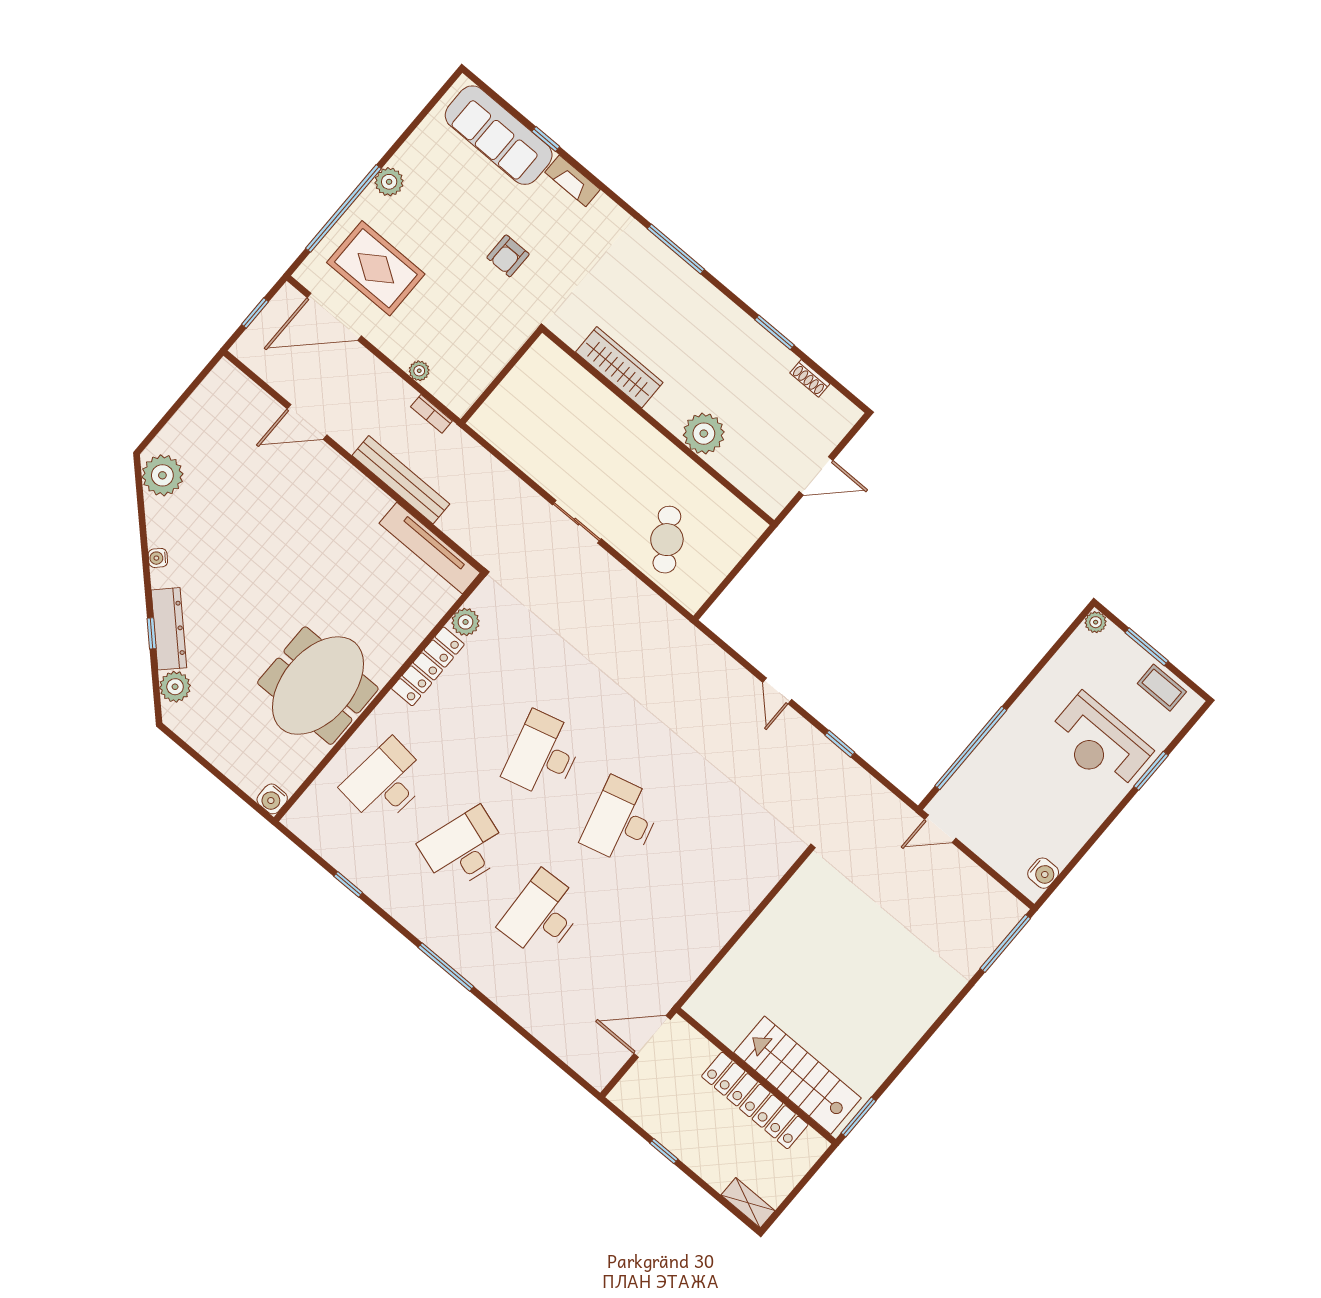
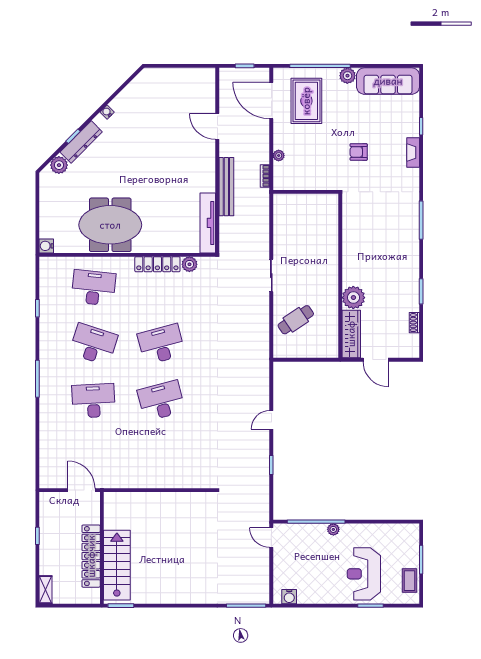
sofa: (499, 135) -> (388, 81), moved, turned -90
wardrobe: (619, 367) -> (351, 334), moved
plant: (162, 475) -> (143, 85), removed
plant: (1096, 622) -> (333, 529), moved

